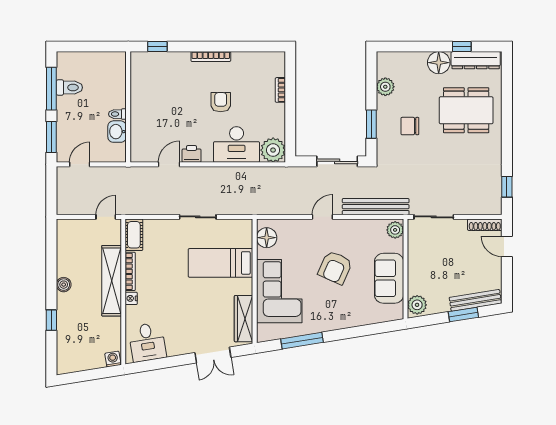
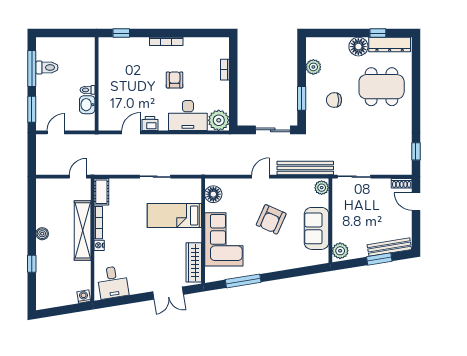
shoe rack: (485, 225) -> (402, 183), width x0.70

